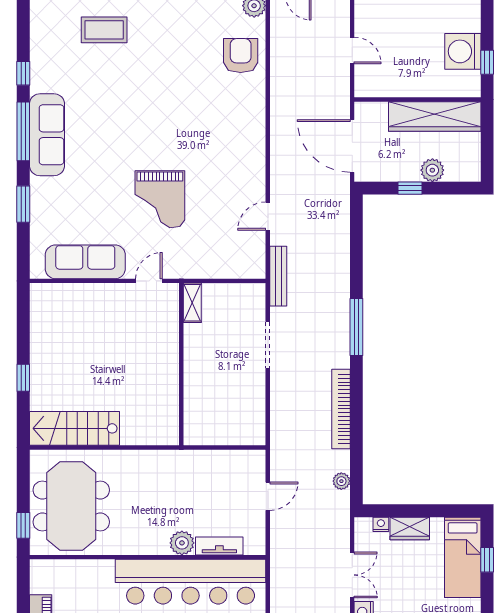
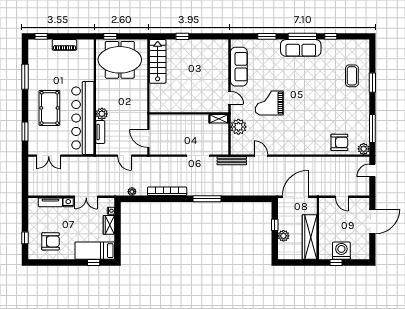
door: (352, 50) -> (342, 197), hinge flipped
plant: (209, 263) -> (238, 127), added
door: (233, 447) -> (148, 139), added

